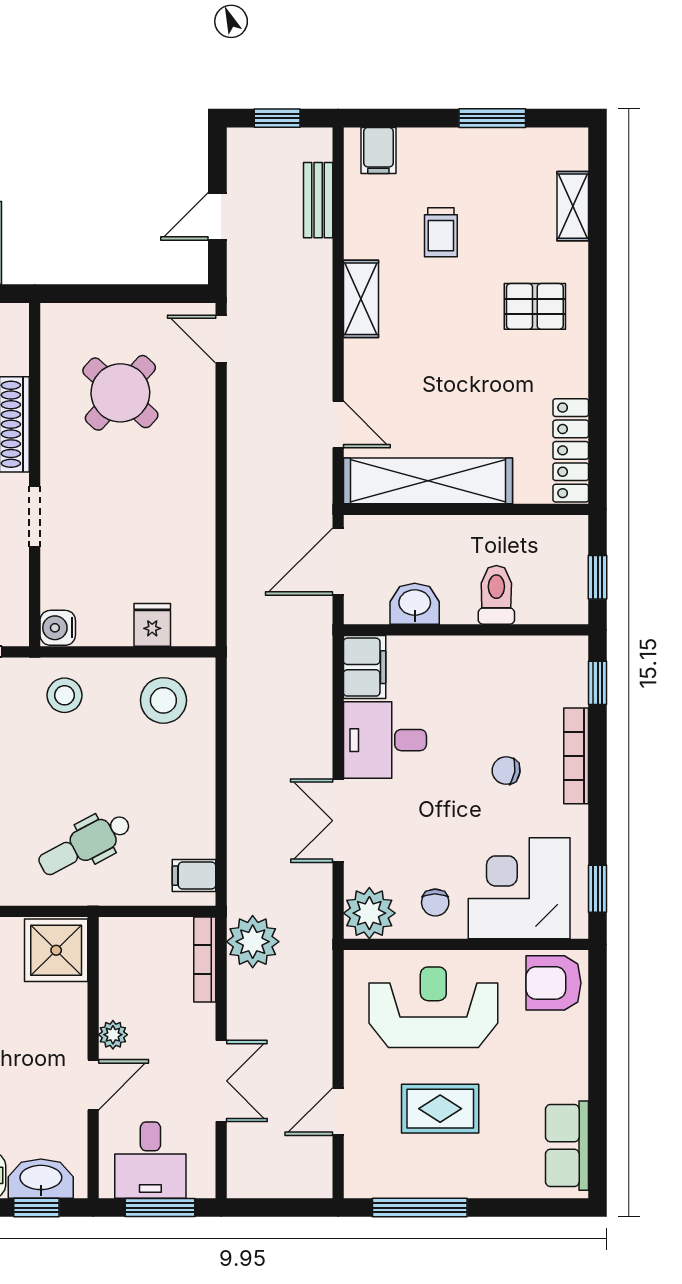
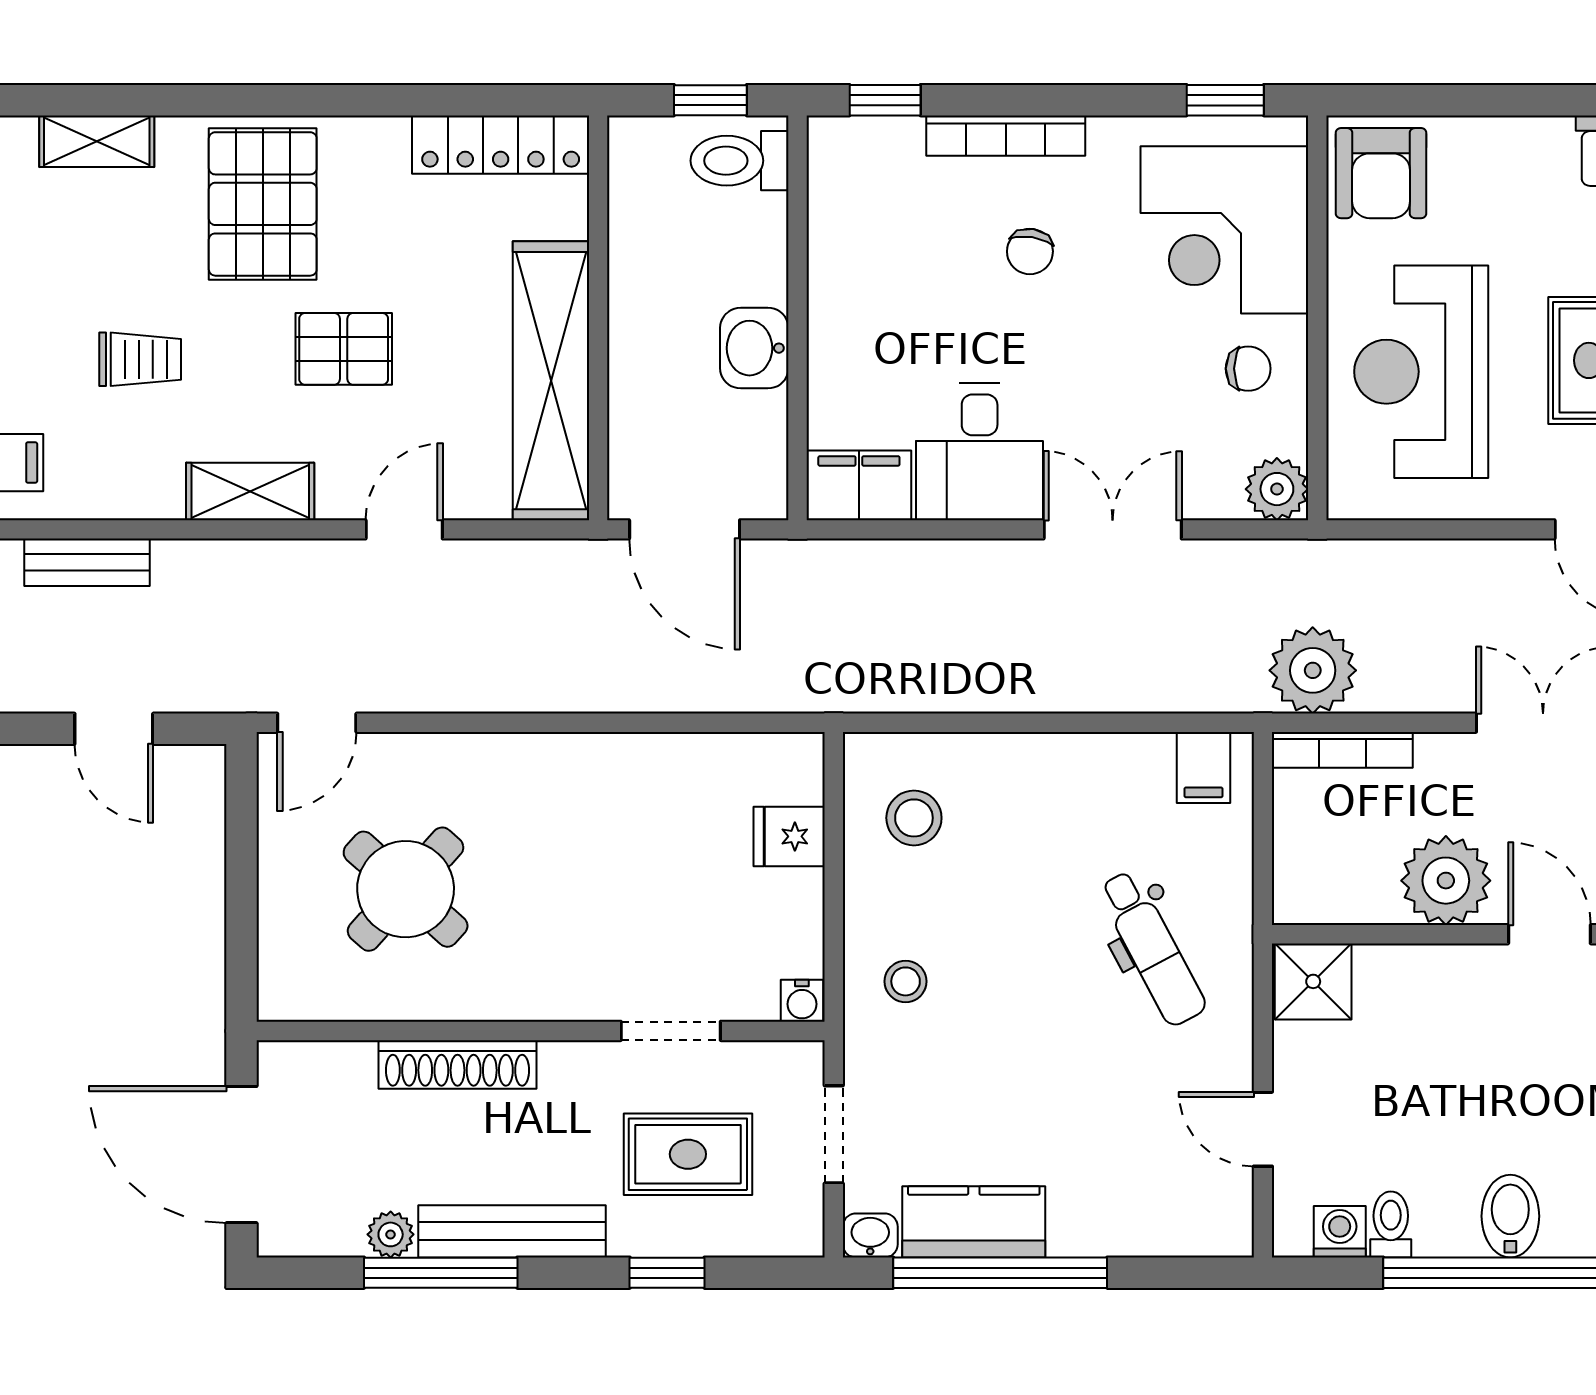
pallet: (535, 306) -> (263, 204), width x1.50, depth x1.42
pallet: (447, 355) -> (344, 349), added
door: (338, 424) -> (404, 529), moved
doorway: (35, 516) -> (671, 1031), moved
toilet: (496, 595) -> (740, 161), moved
washbasin: (415, 604) -> (754, 348), moved
water cooler: (58, 628) -> (802, 1001), width x0.72, depth x0.72
stool: (65, 695) -> (906, 981), width x0.73, depth x0.73
stool: (163, 700) -> (914, 818), width x0.73, depth x0.73
double door: (338, 821) -> (1113, 529), swing flipped
plant: (369, 913) -> (1277, 489), width x0.73, depth x0.73
shower: (56, 950) -> (1313, 981), width x0.73, depth x0.73
plant: (113, 1035) -> (1446, 881), width x1.88, depth x1.88

